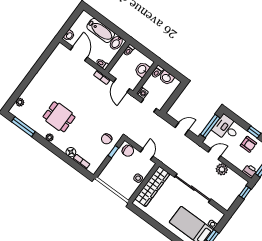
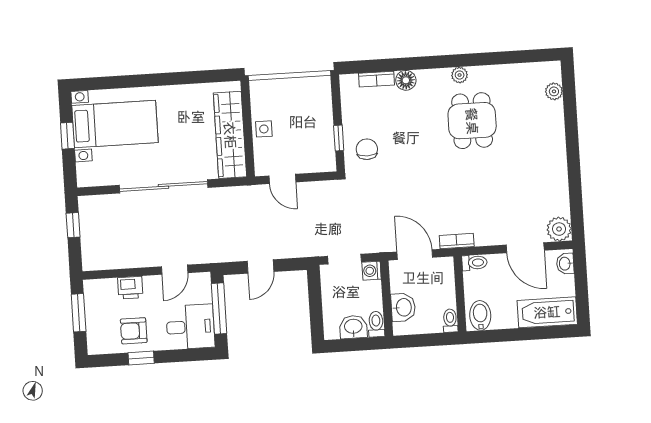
bathtub: (101, 30) -> (547, 312), moved
dining table: (59, 117) -> (472, 121), turned 90
window: (23, 127) -> (516, 57), removed
chair: (128, 151) -> (317, 159), removed
plant: (222, 169) -> (559, 229), moved
printer: (250, 171) -> (130, 288), moved
window: (245, 192) -> (73, 225), moved

